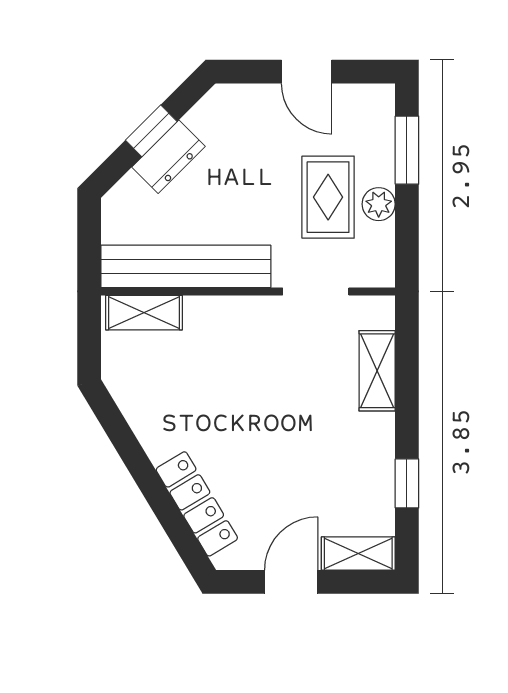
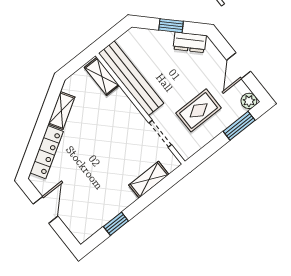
dresser: (168, 157) -> (190, 42), moved
plant: (379, 204) -> (249, 101), moved
shelving: (358, 553) -> (62, 111), moved, turned 59
door: (291, 582) -> (46, 210), hinge flipped

